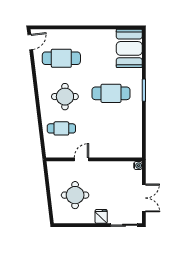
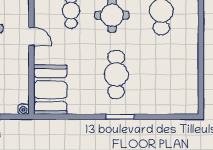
booth: (129, 48) -> (50, 90), moved, turned 90

